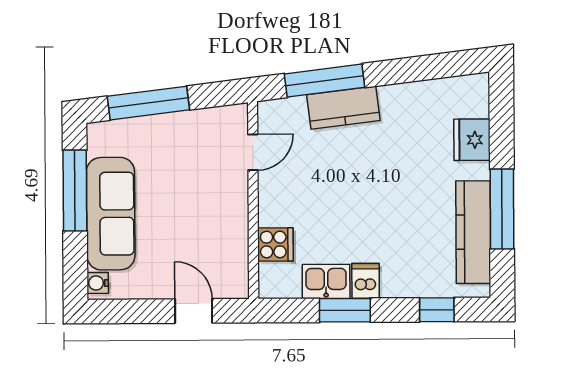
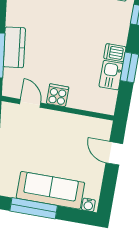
cooker: (275, 244) -> (58, 95), moved
door: (194, 311) -> (114, 153), hinge flipped

